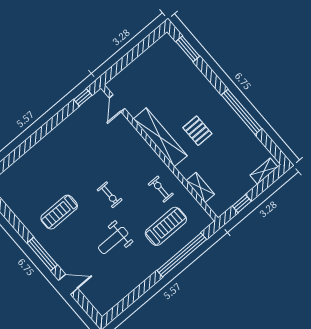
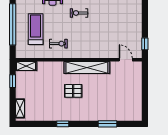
window: (188, 49) -> (108, 124), moved
window: (242, 112) -> (63, 124), width x0.32
shelving: (200, 188) -> (26, 66), moved
treadmill: (166, 226) -> (36, 29), turned 180

